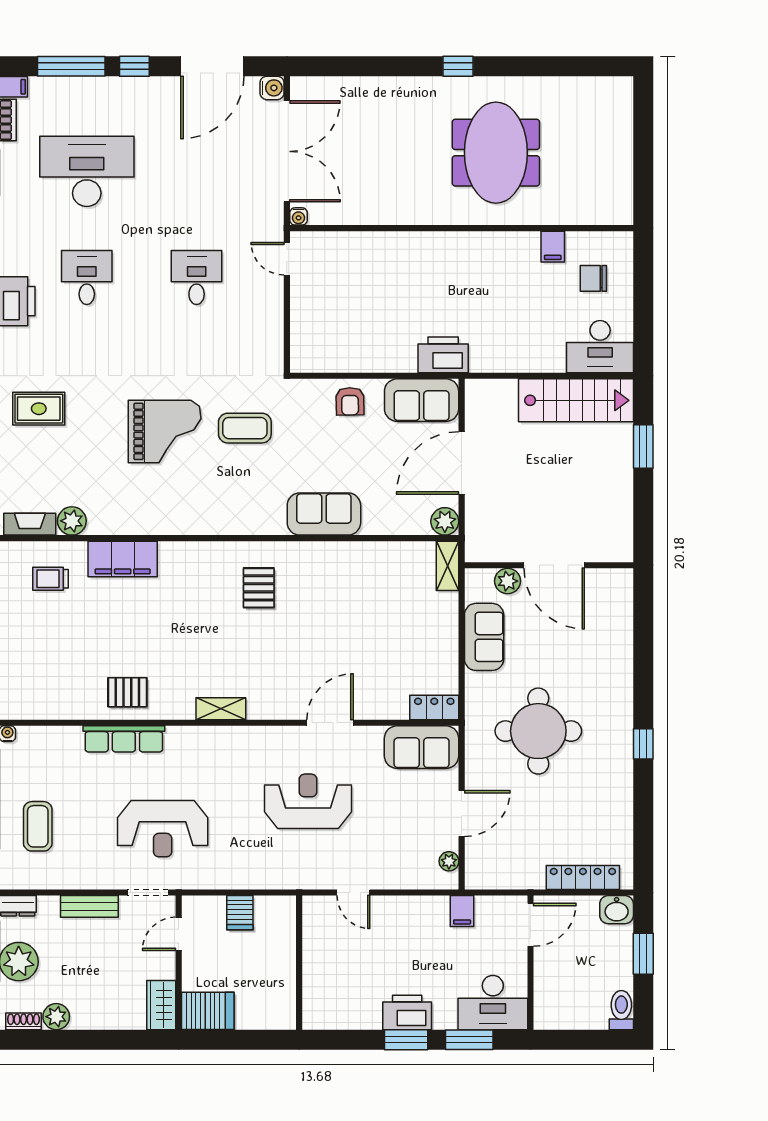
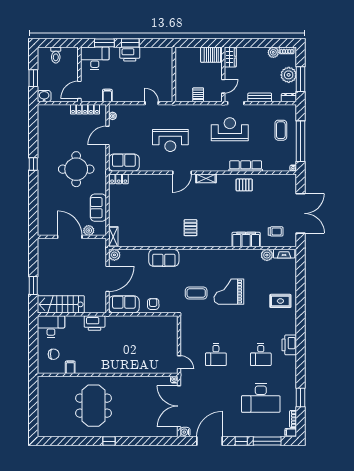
printer: (443, 355) -> (95, 323), moved
door: (330, 723) -> (182, 173), moved
locker: (583, 877) -> (85, 109), moved
toilet: (621, 1010) -> (56, 55), moved

